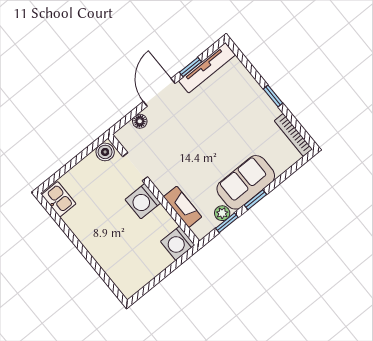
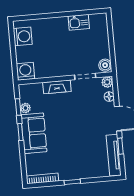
plant: (124, 136) -> (107, 82), added
kitchen sink: (59, 199) -> (79, 22), moved
washing machine: (143, 201) -> (23, 36), moved, turned 90
fireplace: (183, 207) -> (57, 87), moved

